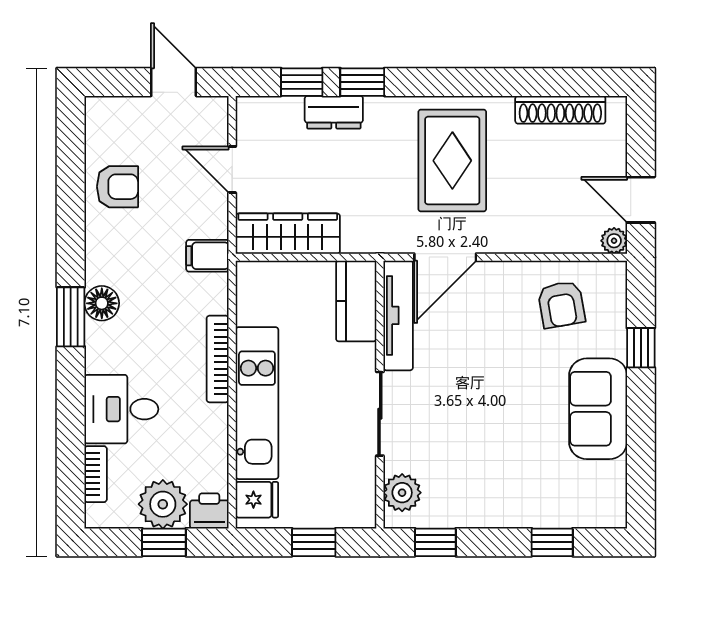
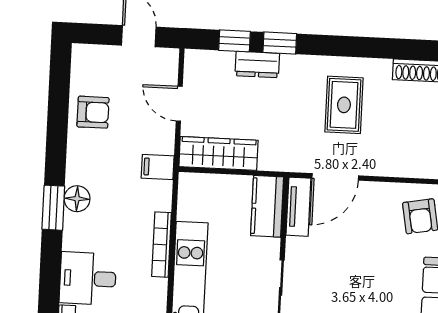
rug: (452, 161) -> (344, 105), width x0.73, depth x0.70
tv unit: (398, 315) -> (298, 207), width x0.71

